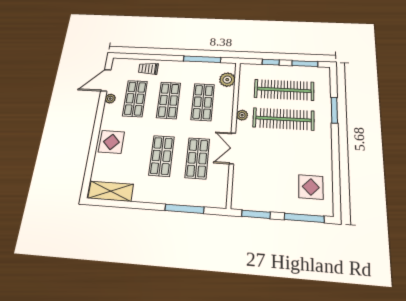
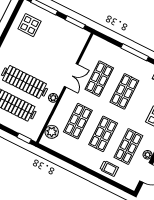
window: (202, 59) -> (64, 158), removed
window: (271, 62) -> (24, 138), moved
window: (184, 209) -> (135, 52), moved

